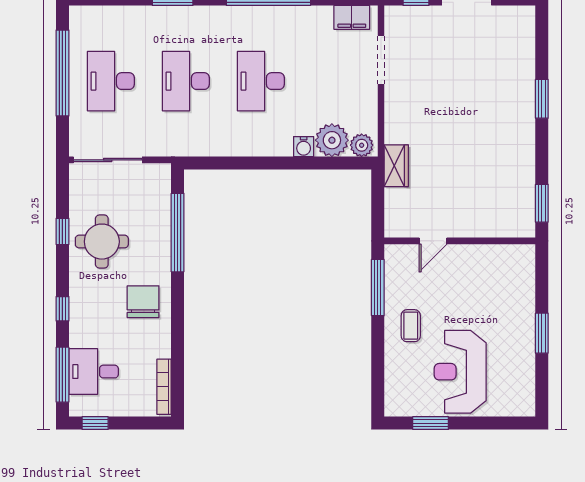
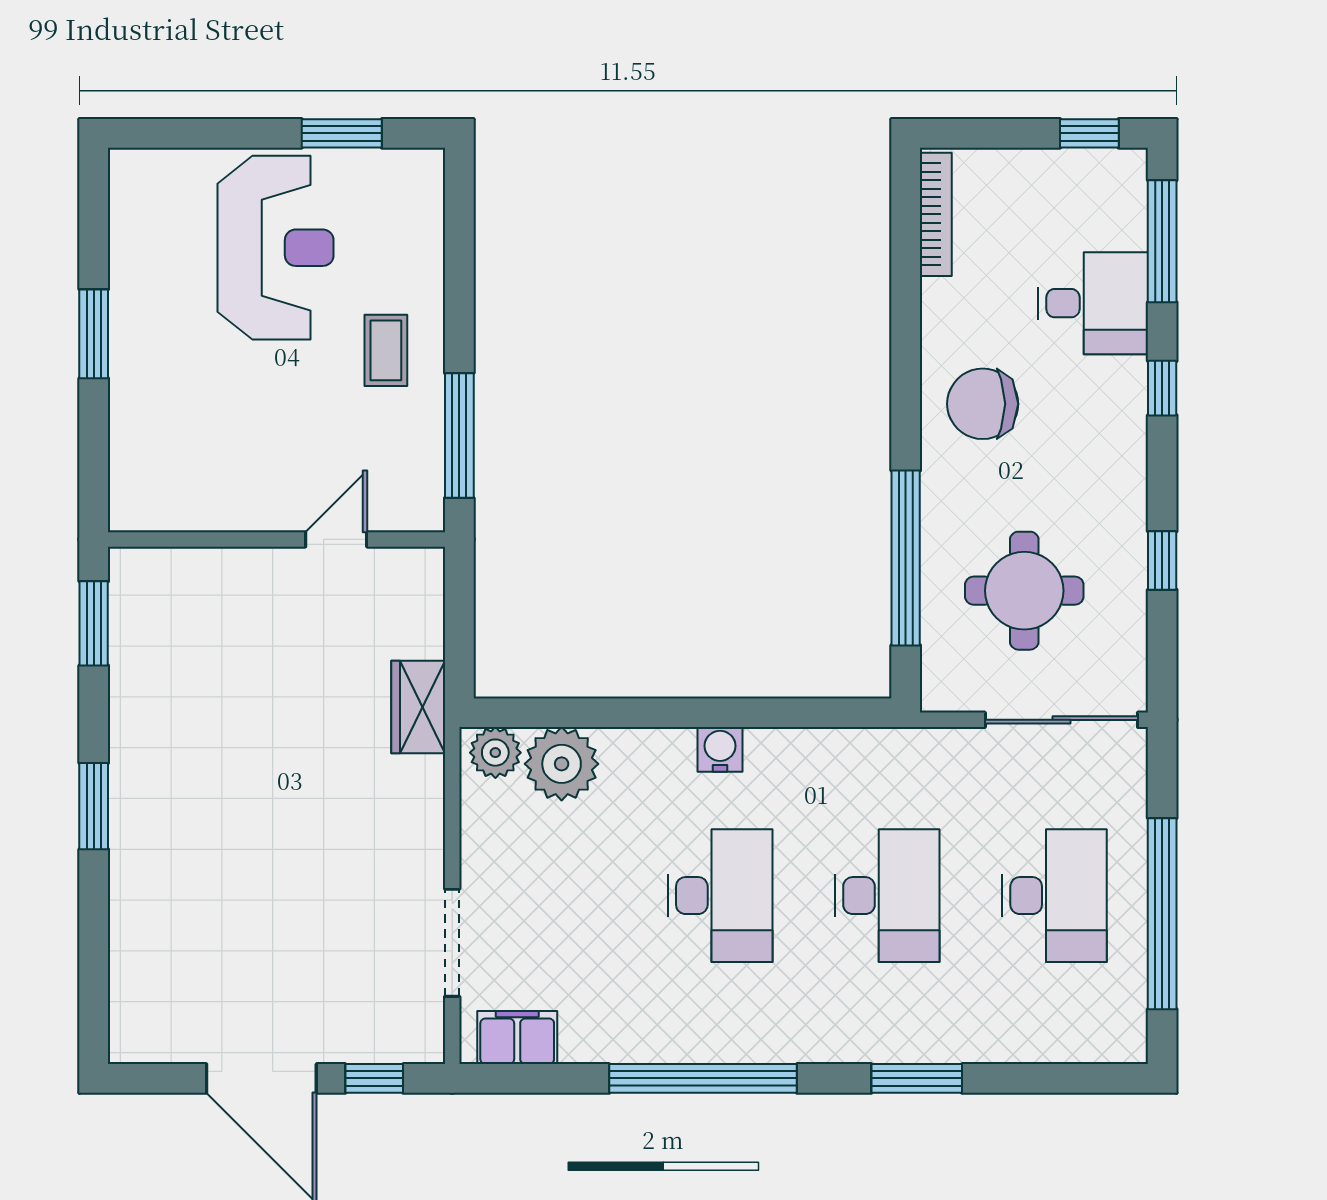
window: (542, 99) -> (94, 806), moved
water cooler: (304, 147) -> (720, 749), moved
round table: (102, 242) -> (1024, 591), moved
chair: (143, 302) -> (983, 404), turned 90
desk: (94, 372) -> (1093, 303), moved

